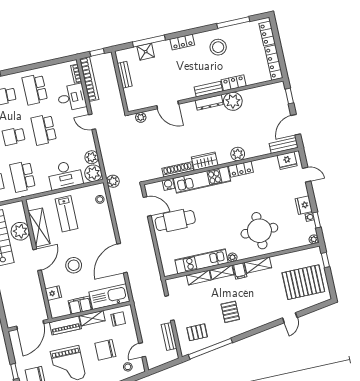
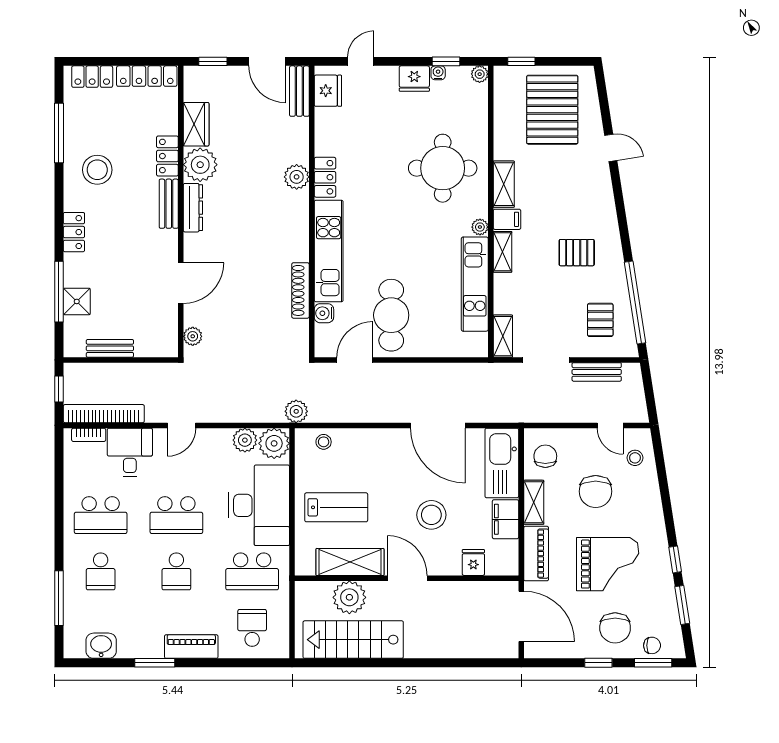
wardrobe: (205, 161) -> (196, 124), moved, turned 180
desk: (65, 175) -> (259, 505), width x1.36, depth x1.30
shelving: (199, 278) -> (503, 336), moved

